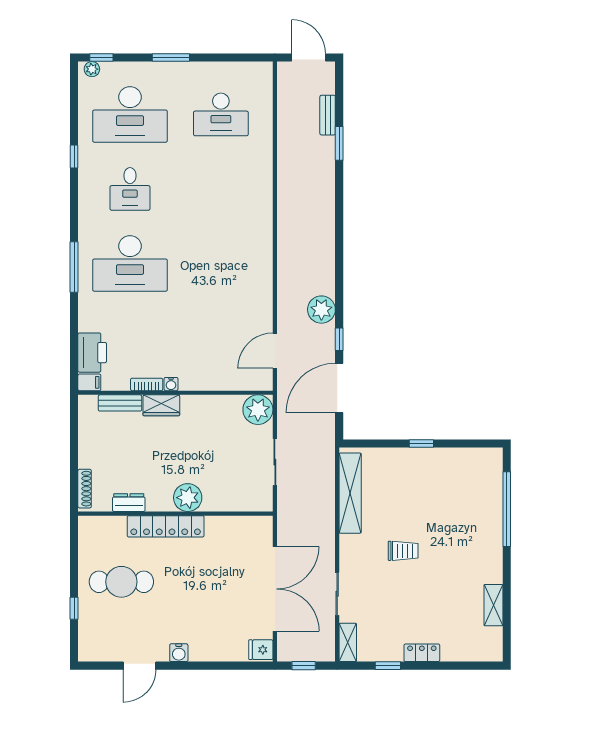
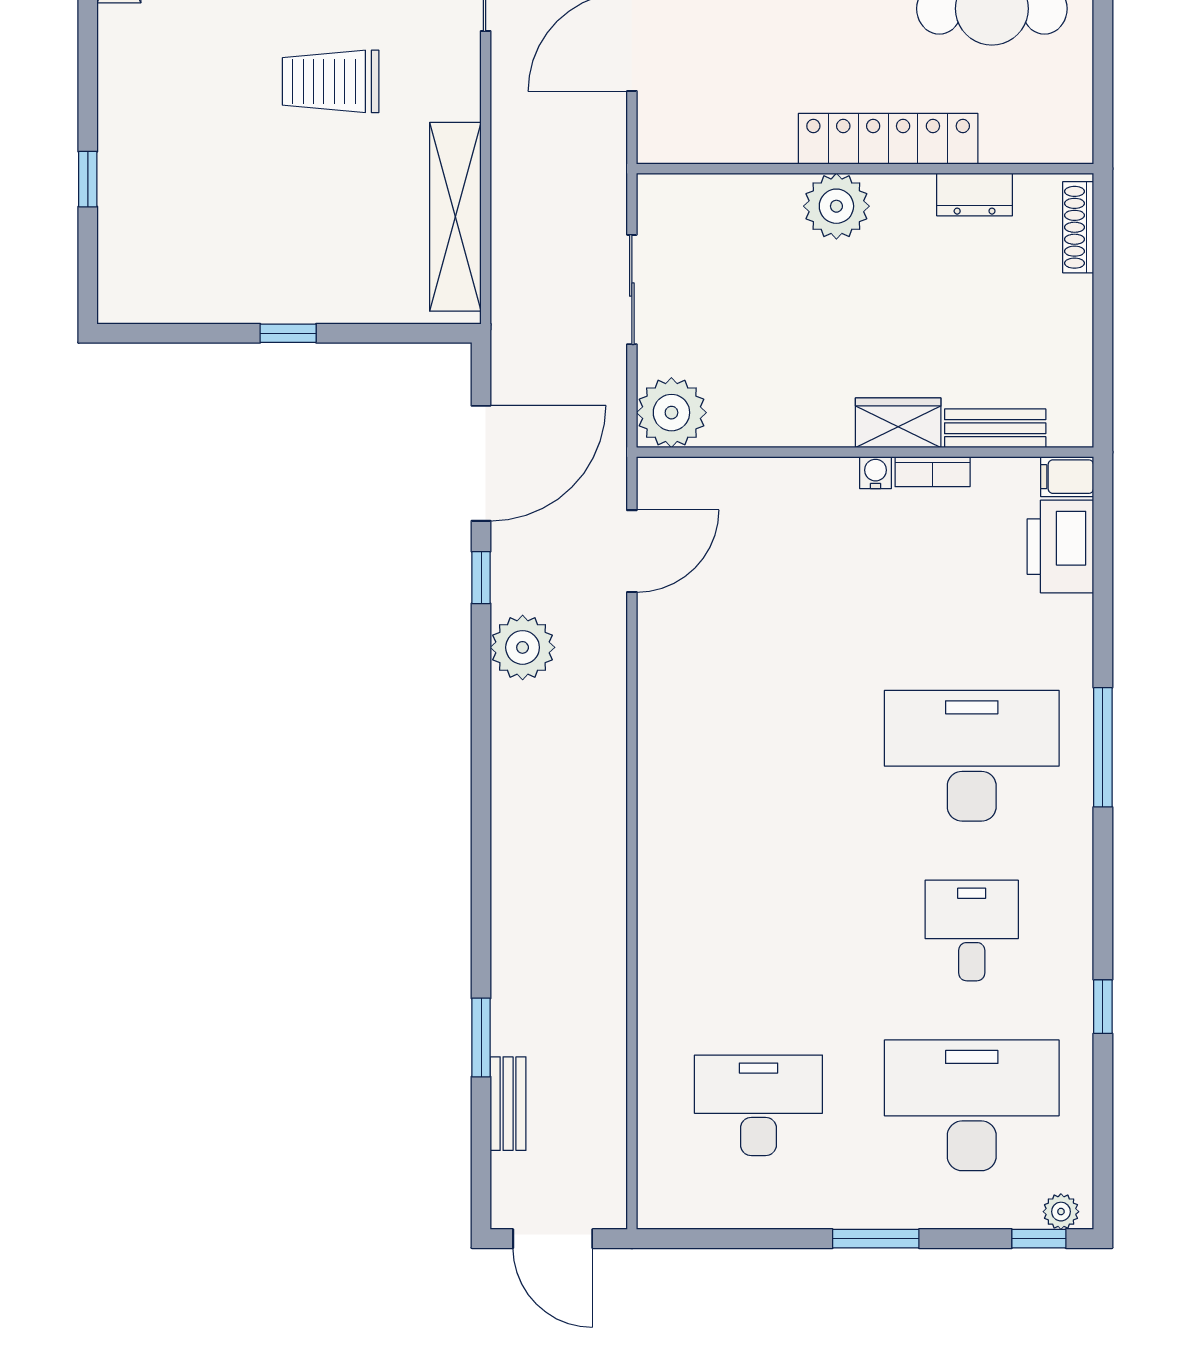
window: (507, 509) -> (88, 179), width x0.32
trolley: (403, 551) -> (331, 81), width x1.36, depth x1.39

